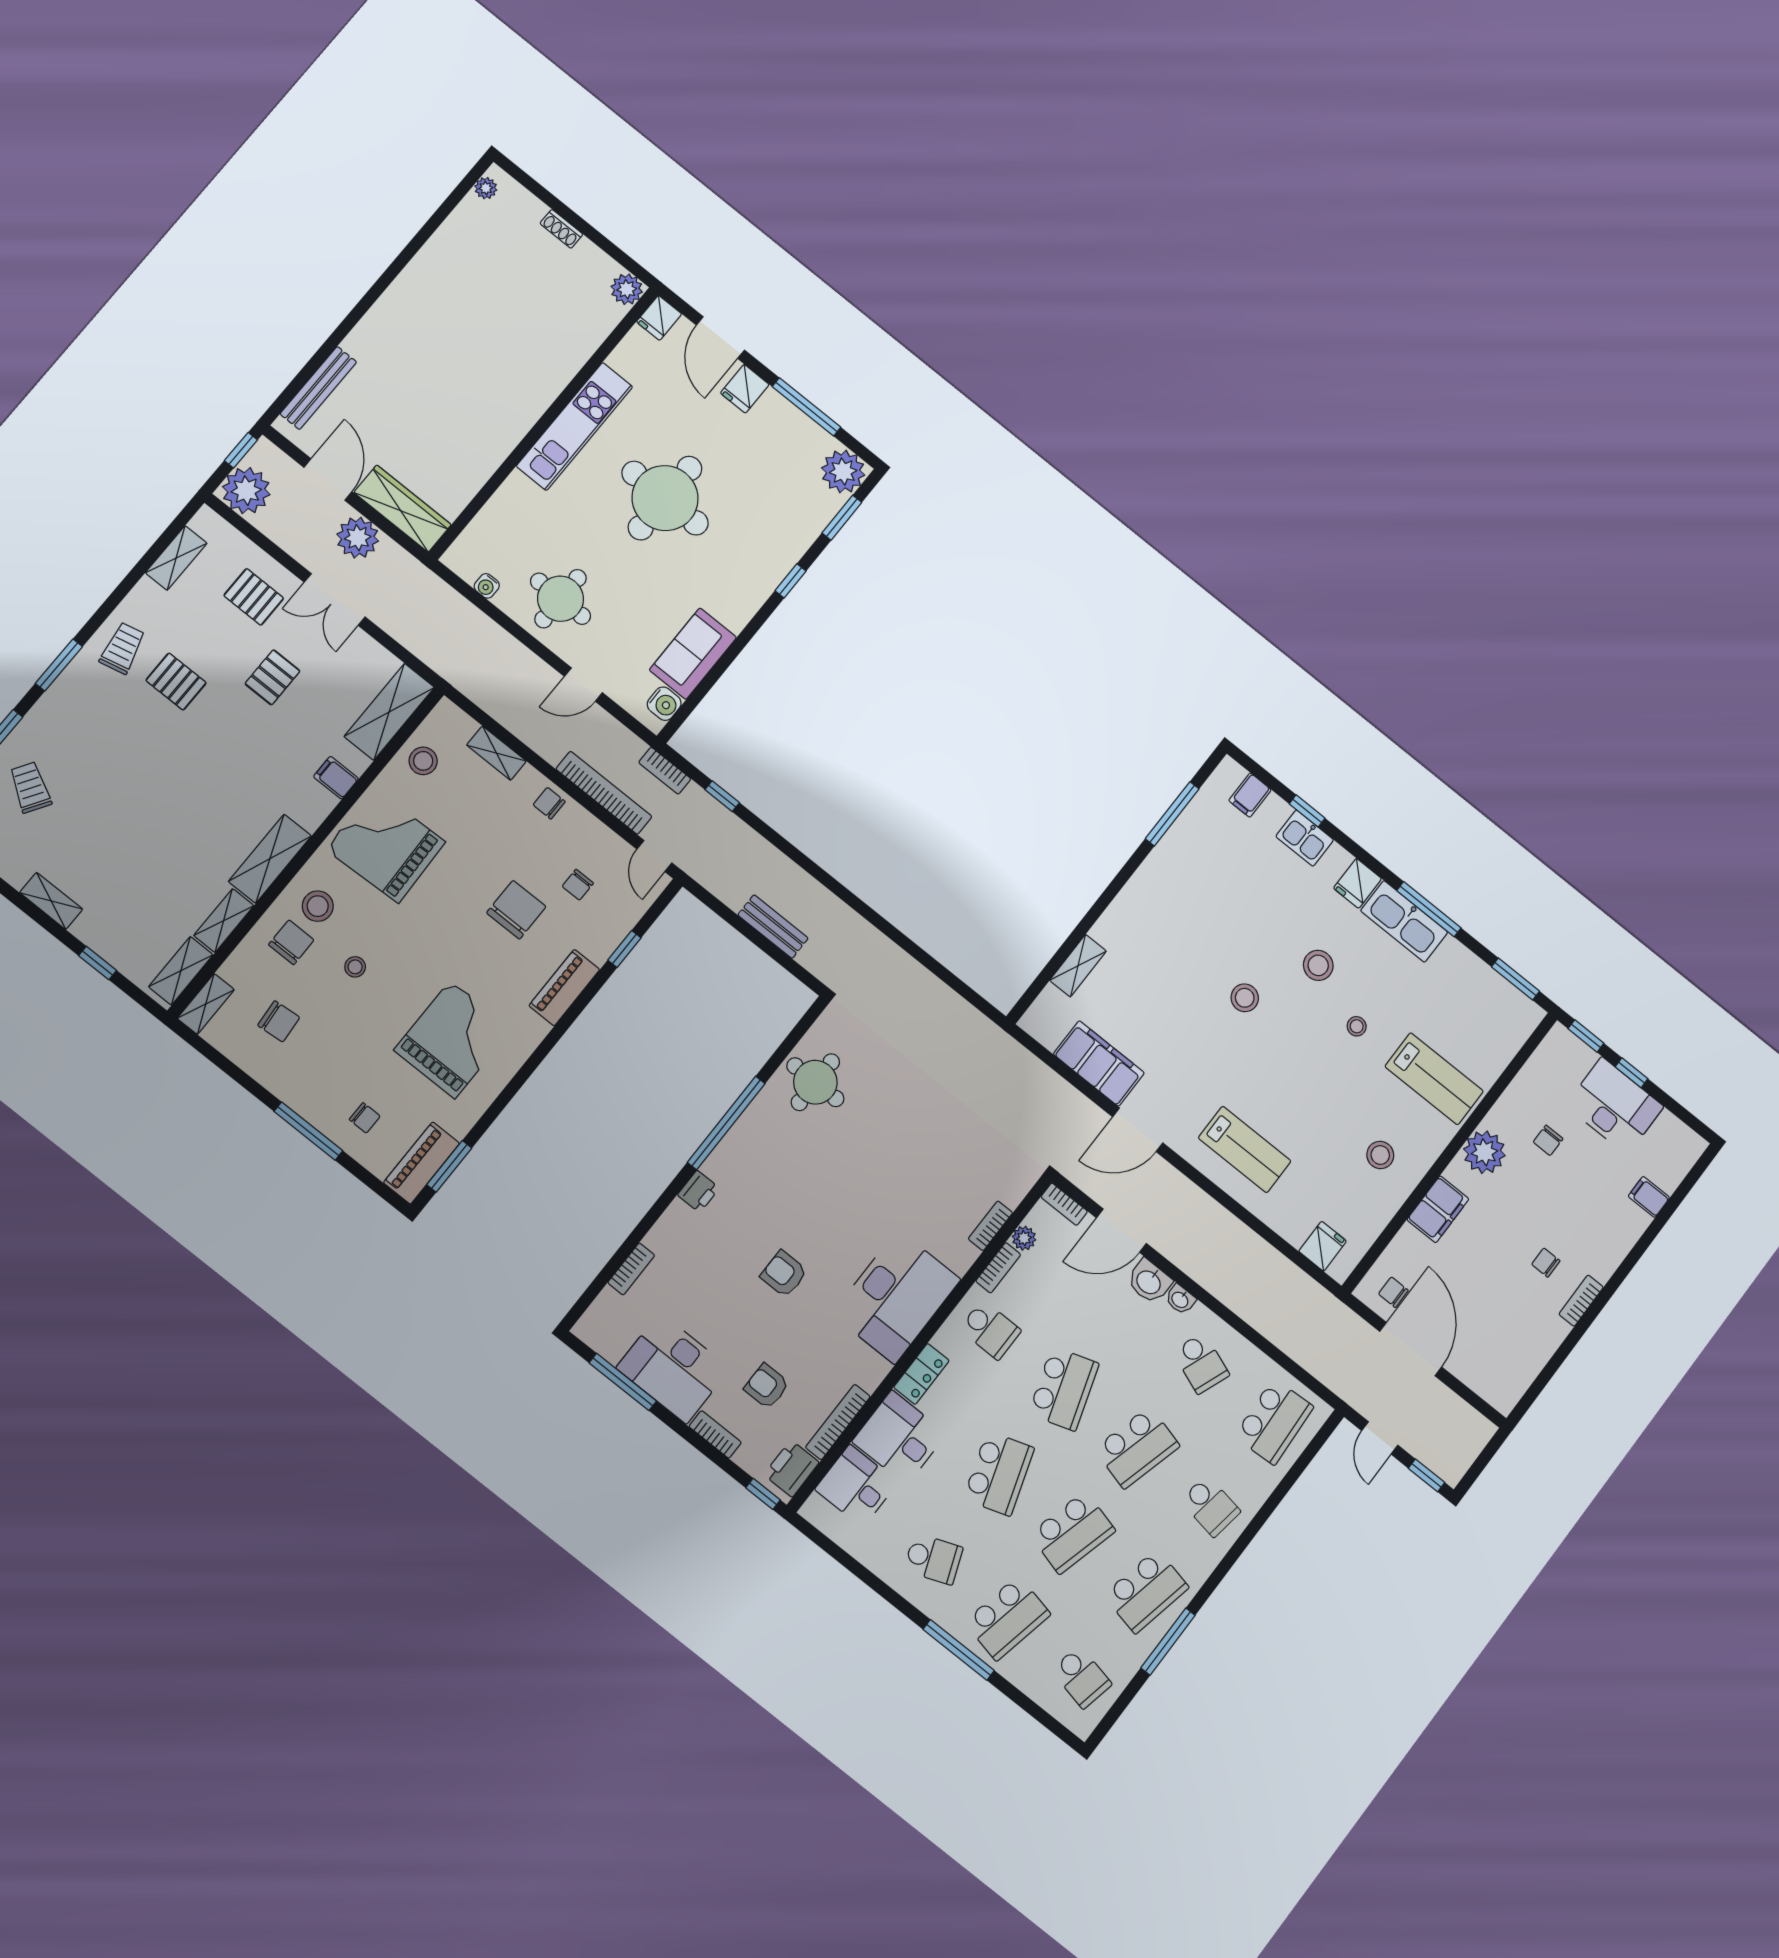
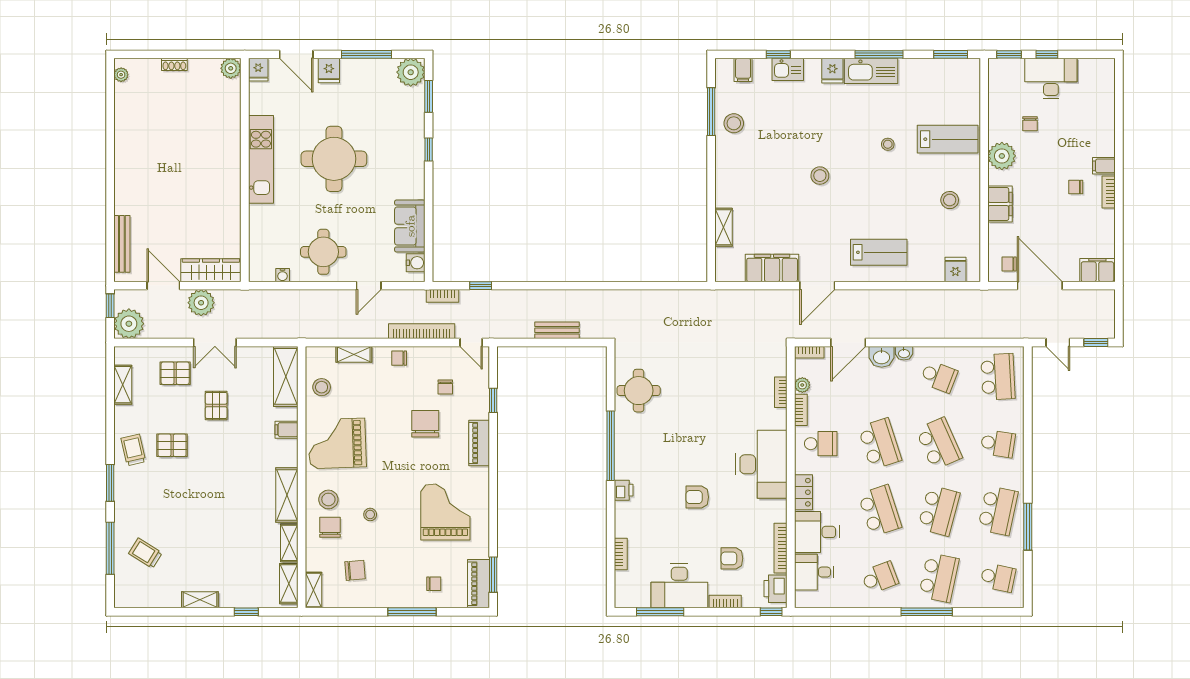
stool: (1318, 965) -> (734, 123), moved
filing cabinet: (1649, 1197) -> (1104, 166), moved
filing cabinet: (1496, 1387) -> (1097, 270), added
school desk: (1137, 1447) -> (939, 444), turned -39

